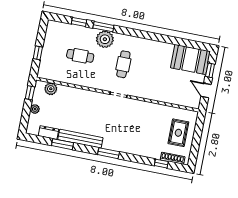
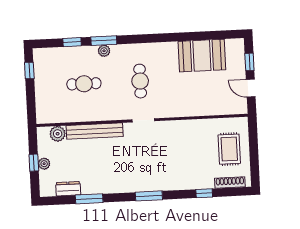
plant: (105, 39) -> (104, 51), width x0.53, depth x0.53
window: (38, 53) -> (29, 71), moved
booth: (190, 59) -> (202, 56), moved
window: (30, 93) -> (34, 163), moved
bench: (80, 139) -> (95, 131), moved
window: (161, 164) -> (204, 193), moved

